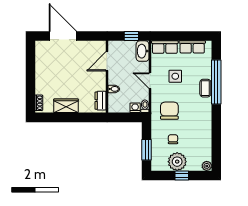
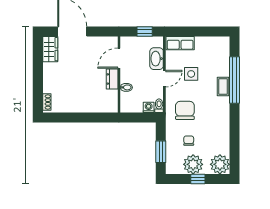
row of seats: (192, 47) -> (209, 43), removed
washbasin: (143, 51) -> (157, 59), moved
door: (150, 81) -> (164, 79), swing flipped
dresser: (101, 101) -> (112, 79), moved
wardrobe: (66, 106) -> (50, 49), moved, turned 90
plant: (207, 166) -> (220, 164), width x1.88, depth x1.88

